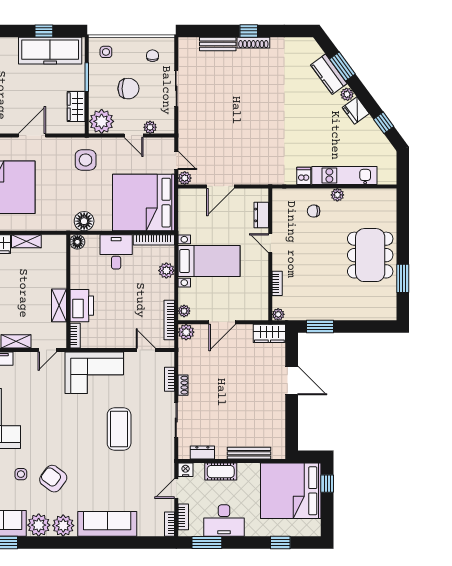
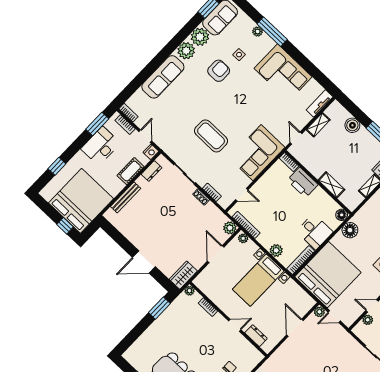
shelving: (59, 305) -> (331, 185), moved
armchair: (53, 479) -> (219, 71), turned -37

